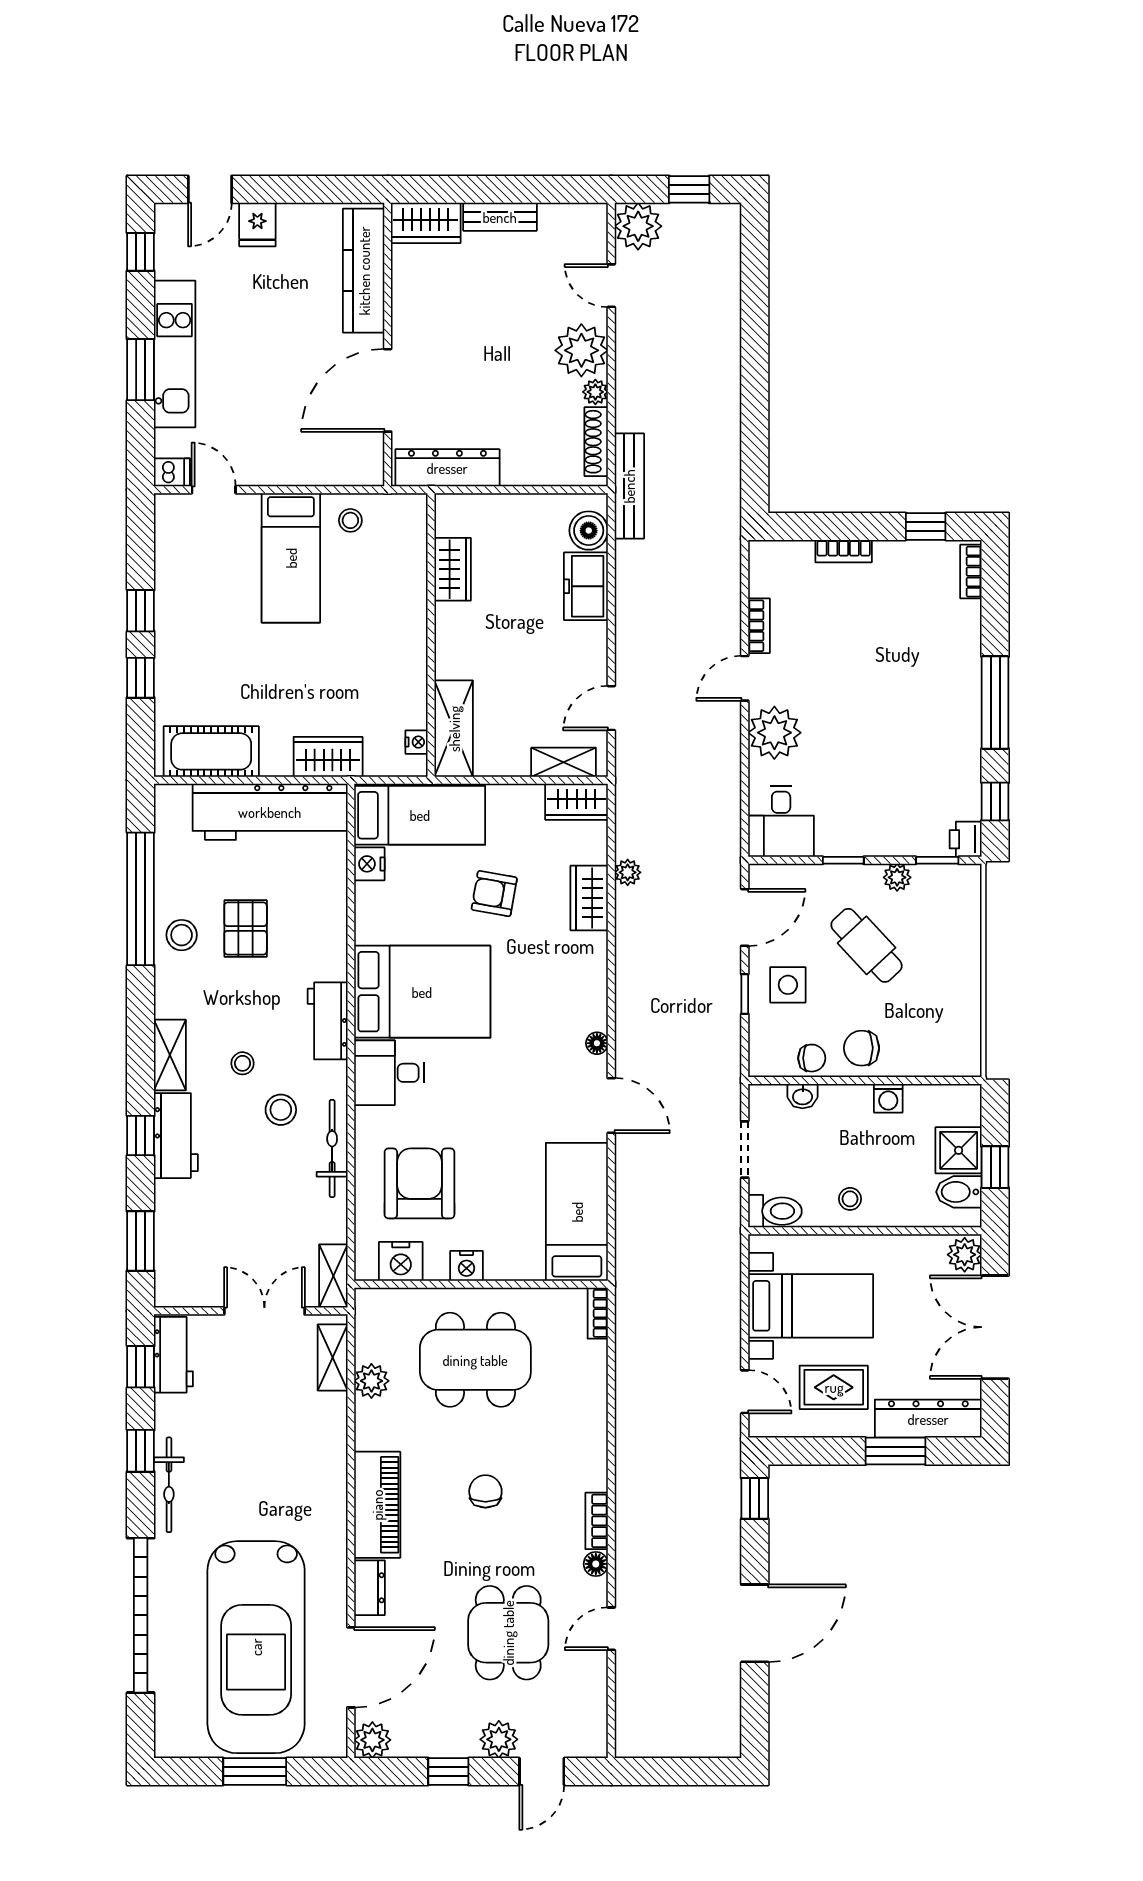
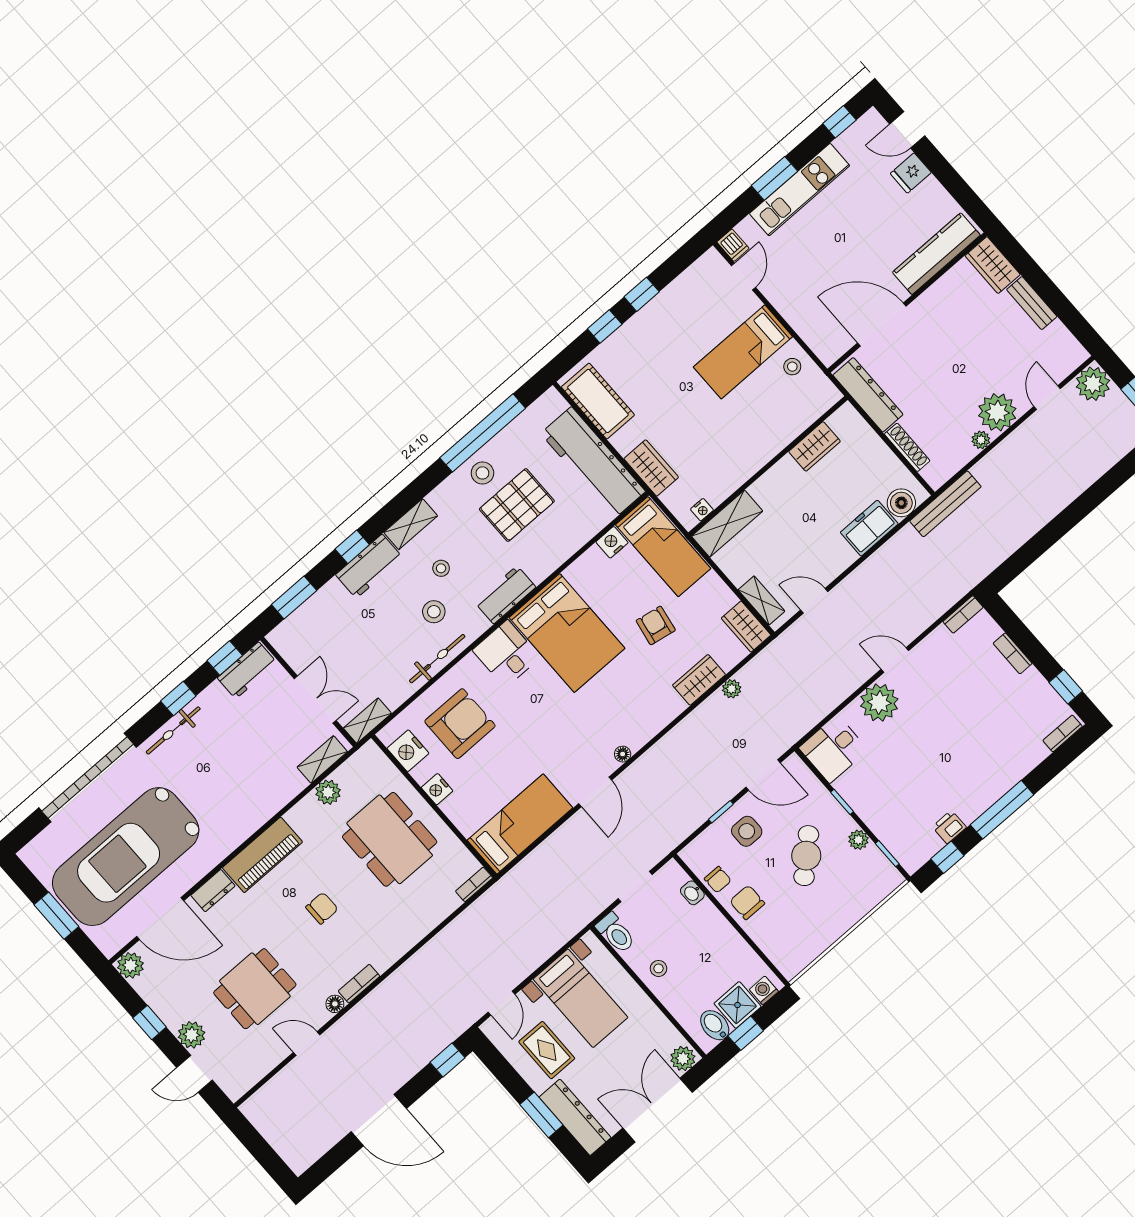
shoe rack: (596, 442) -> (907, 447), moved, turned 90
bookcase: (759, 626) -> (963, 614), moved
printer: (966, 839) -> (949, 827), moved
pallet: (246, 928) -> (517, 505), width x1.50, depth x1.42
washing machine: (888, 1098) -> (764, 991), moved, turned 90

